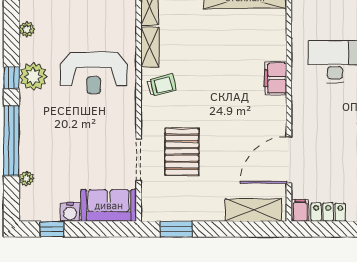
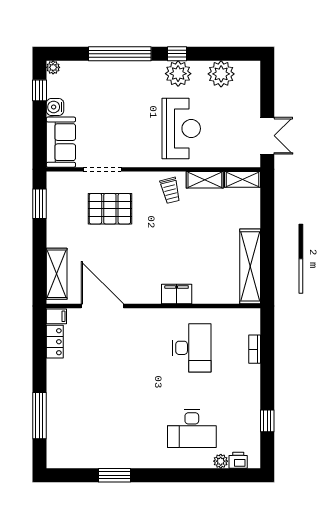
plant: (27, 29) -> (221, 74), width x1.88, depth x1.88
reception desk: (94, 73) -> (181, 129), turned 180
plant: (26, 178) -> (53, 67), moved

